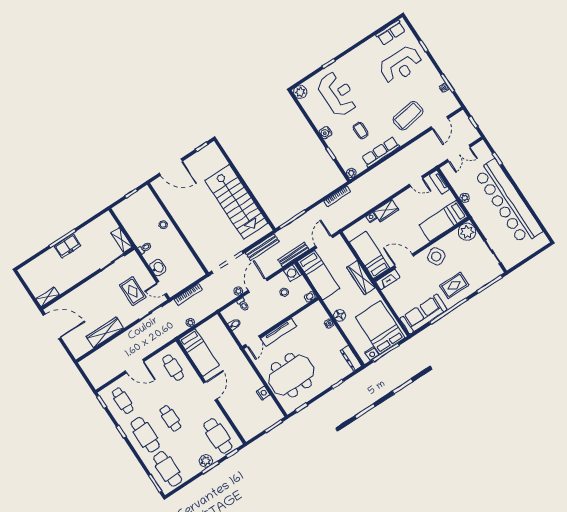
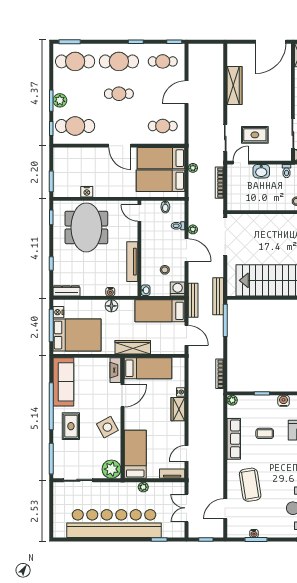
door: (440, 123) -> (225, 509), hinge flipped
bench: (262, 247) -> (218, 296), moved
tv unit: (279, 332) -> (132, 262), moved
bed: (217, 341) -> (161, 181), added

